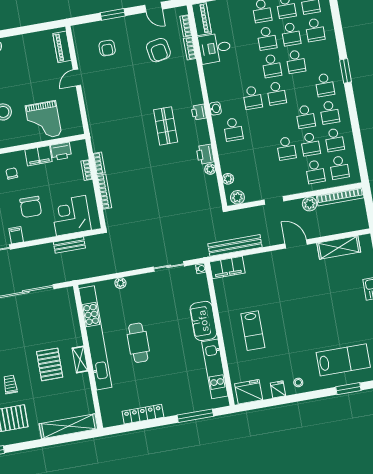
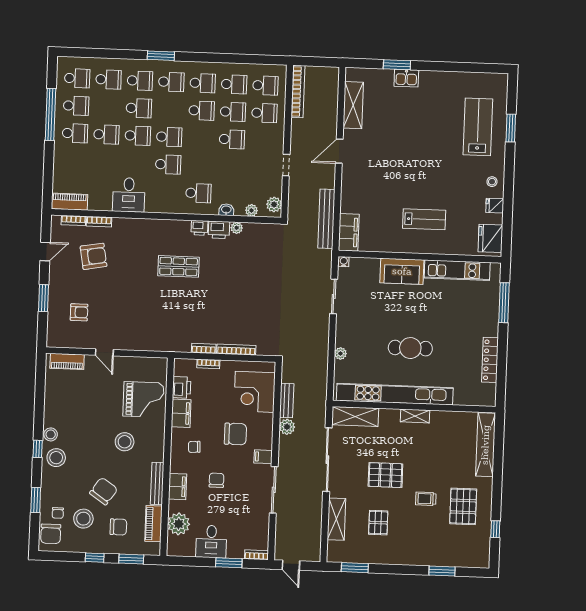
school desk: (291, 34) -> (140, 81), moved
desk: (215, 48) -> (129, 195), moved
washbasin: (215, 109) -> (226, 210), moved
printer: (199, 112) -> (199, 228), moved
plant: (310, 204) -> (287, 427), moved
shelving: (68, 308) -> (355, 416), added
pallet: (50, 364) -> (385, 475), moved

